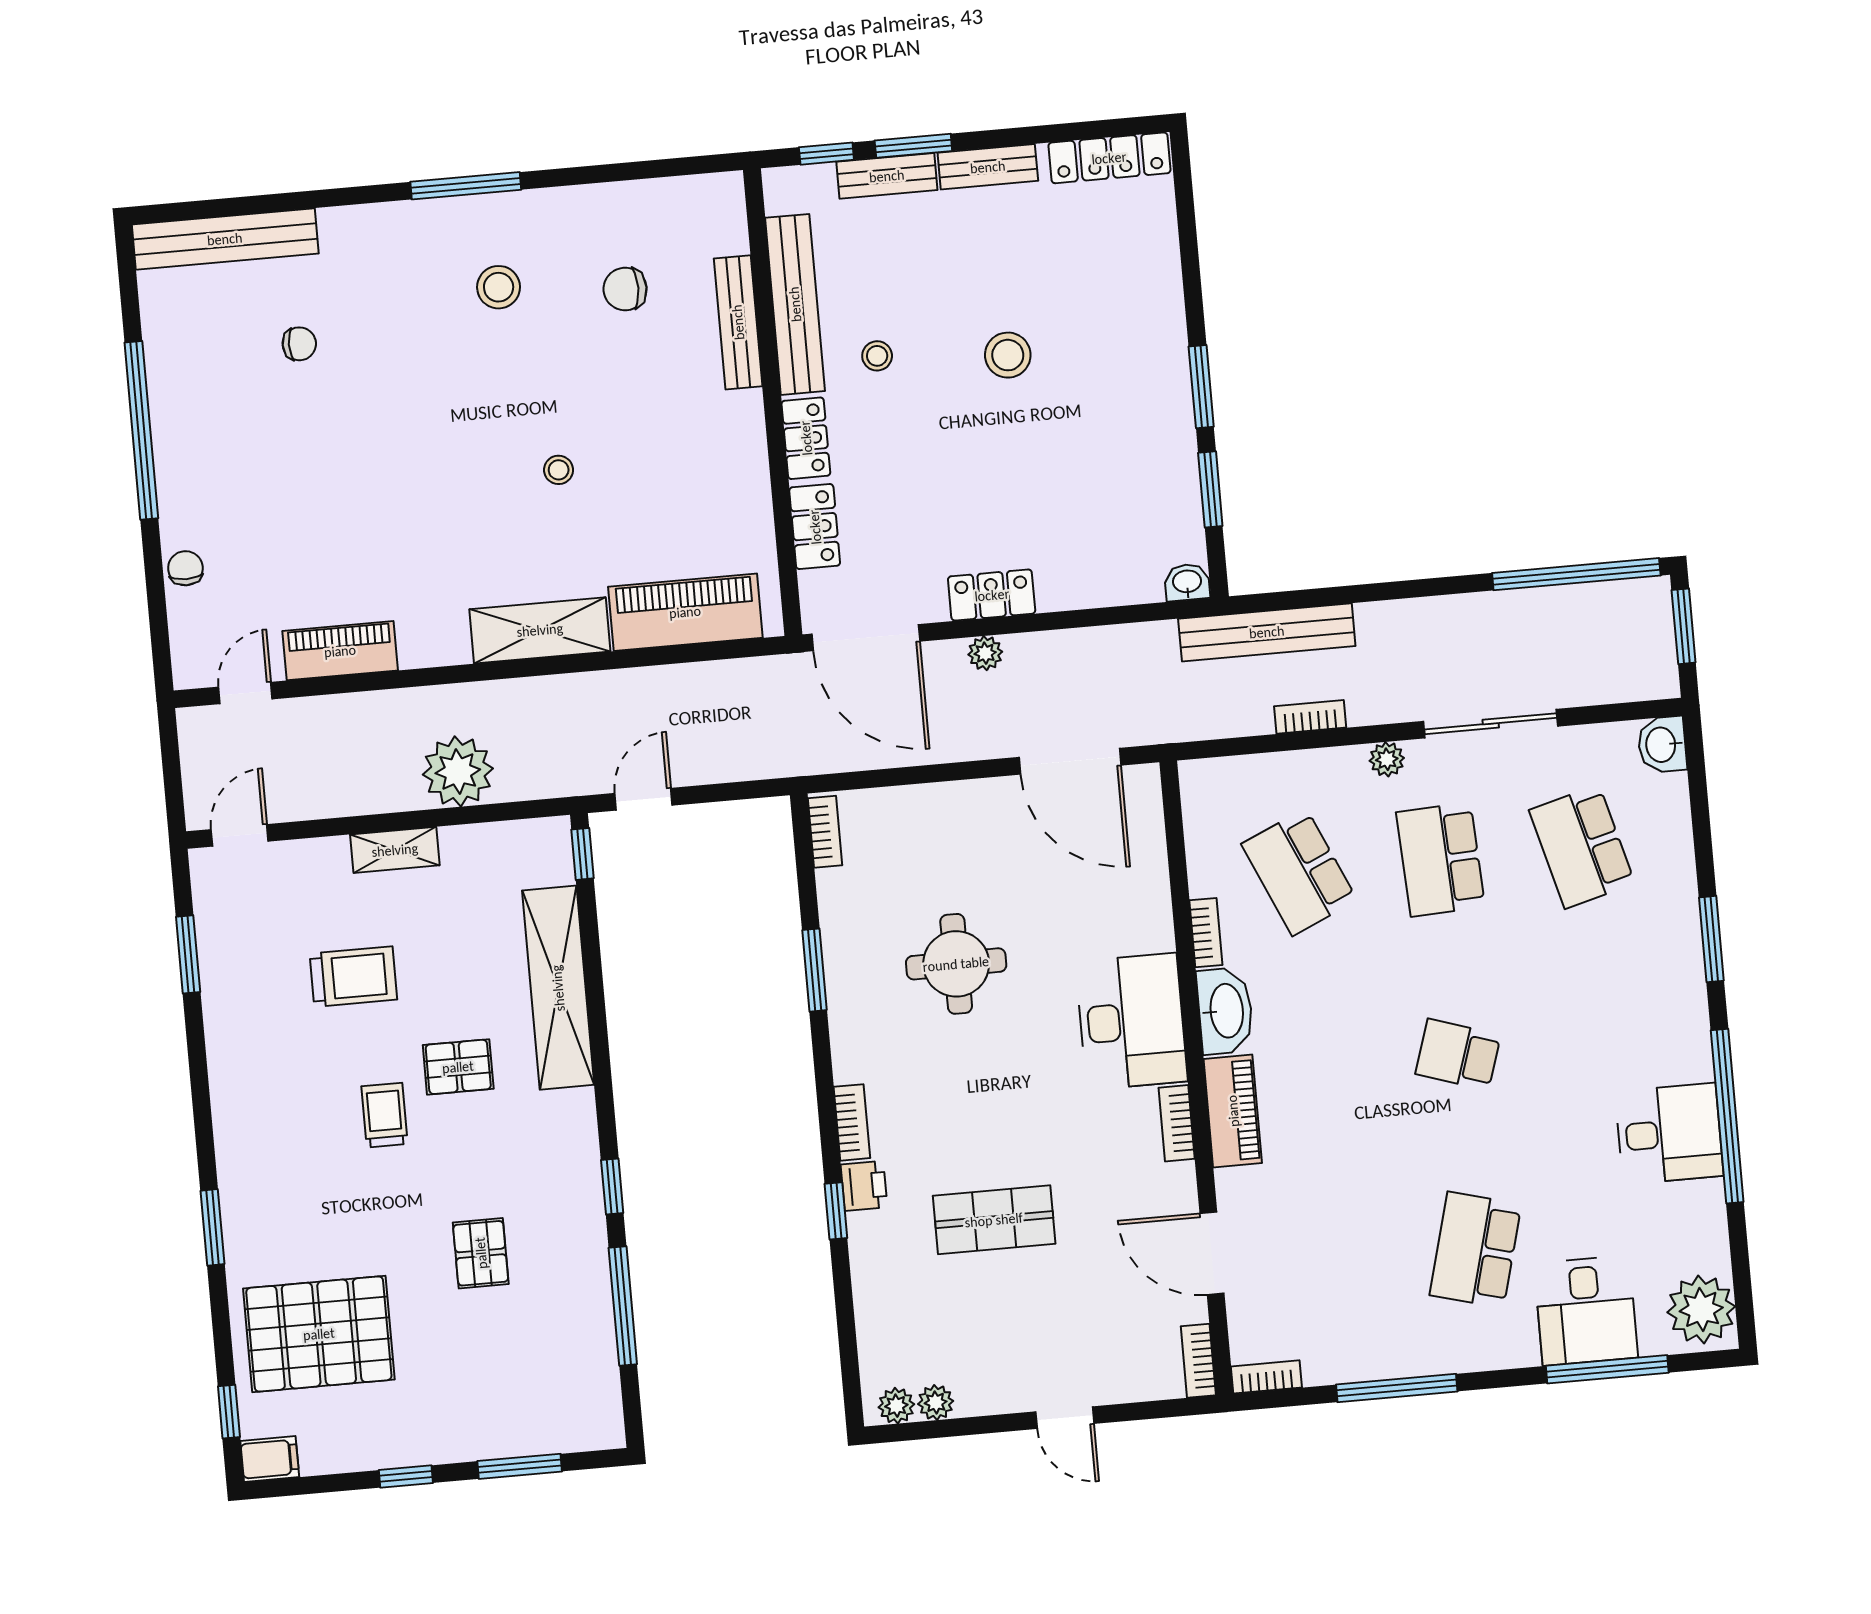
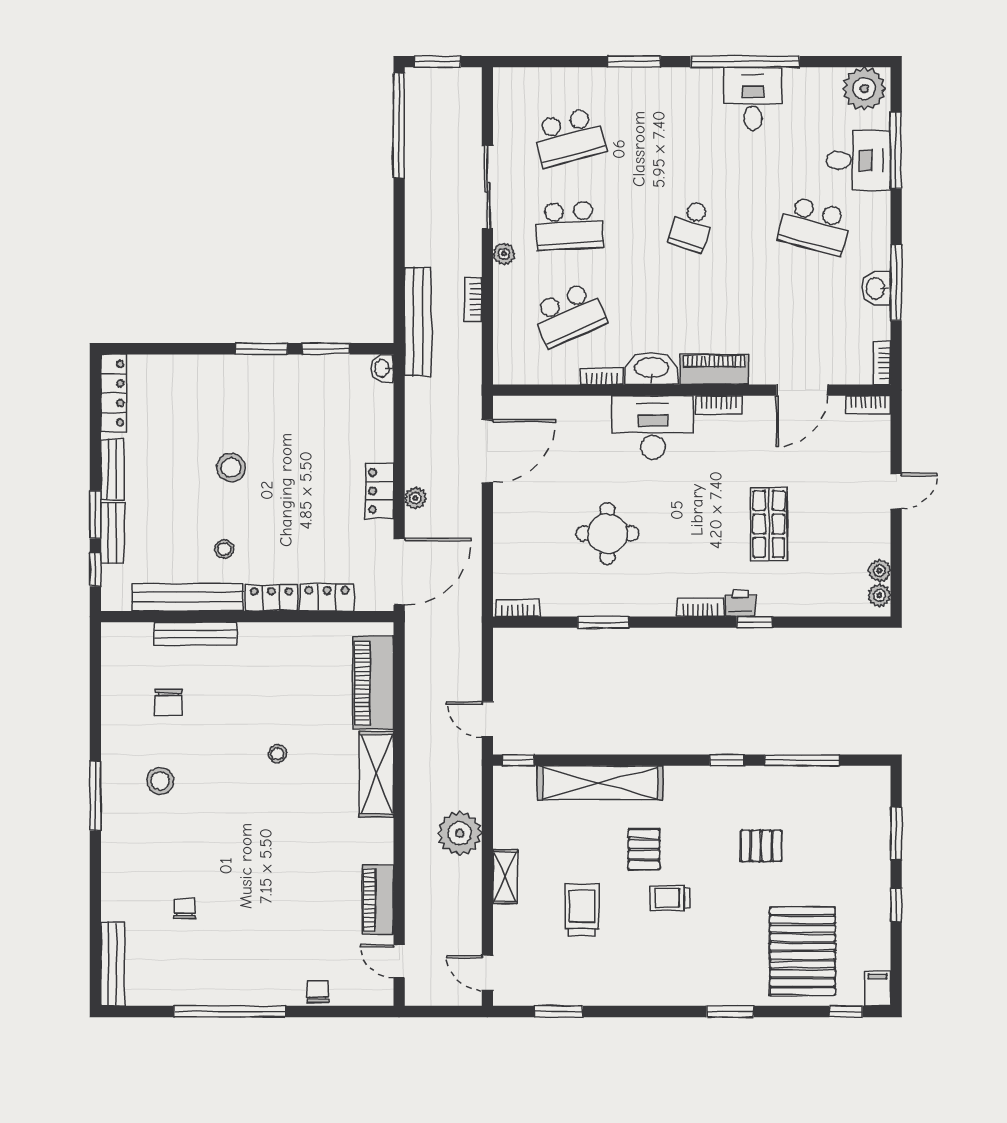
bench: (225, 239) -> (113, 964), width x0.73, depth x0.82
chair: (185, 568) -> (318, 992), turned 90
washbasin: (1662, 745) -> (876, 288), moved, turned 90

